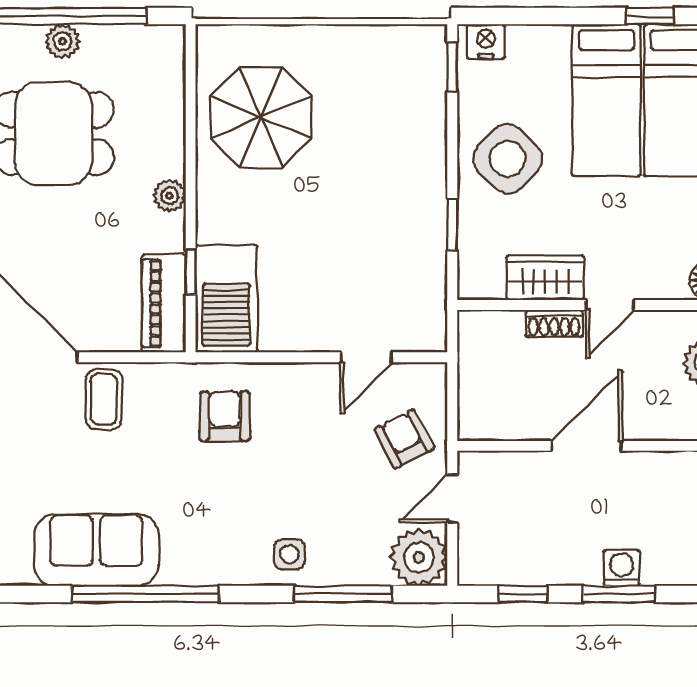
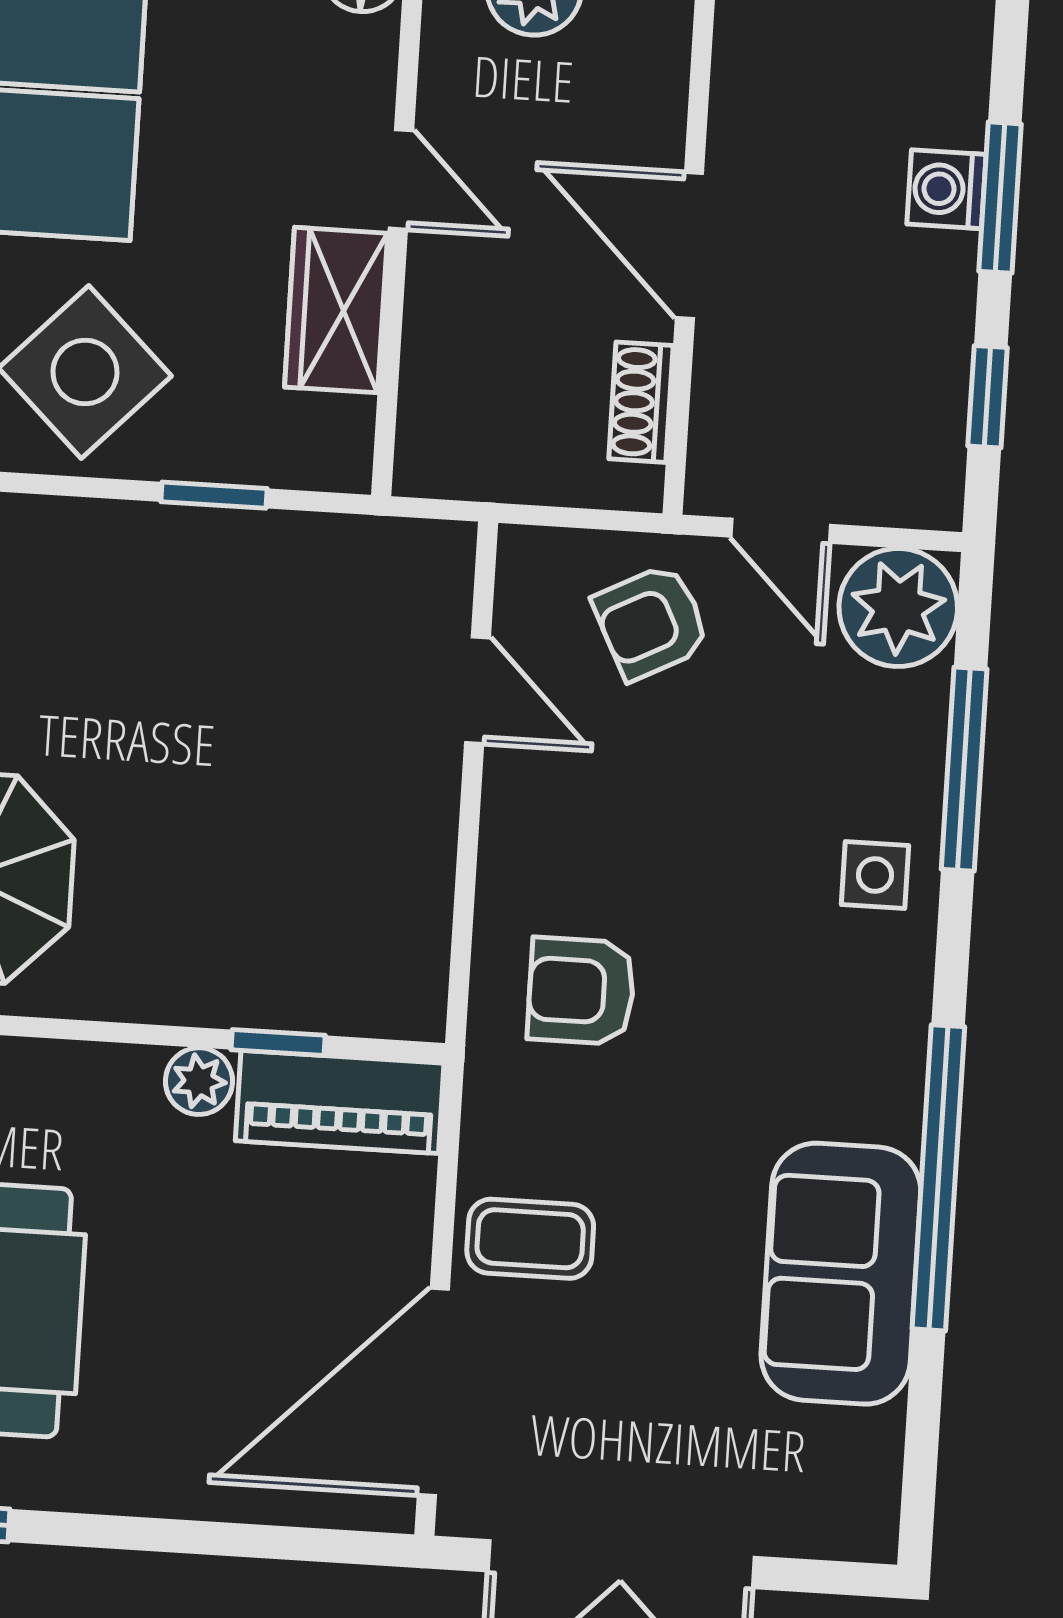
plant: (170, 196) -> (199, 1081), moved
barbecue: (226, 299) -> (338, 972), removed
shoe rack: (554, 324) -> (641, 402), moved, turned 180

